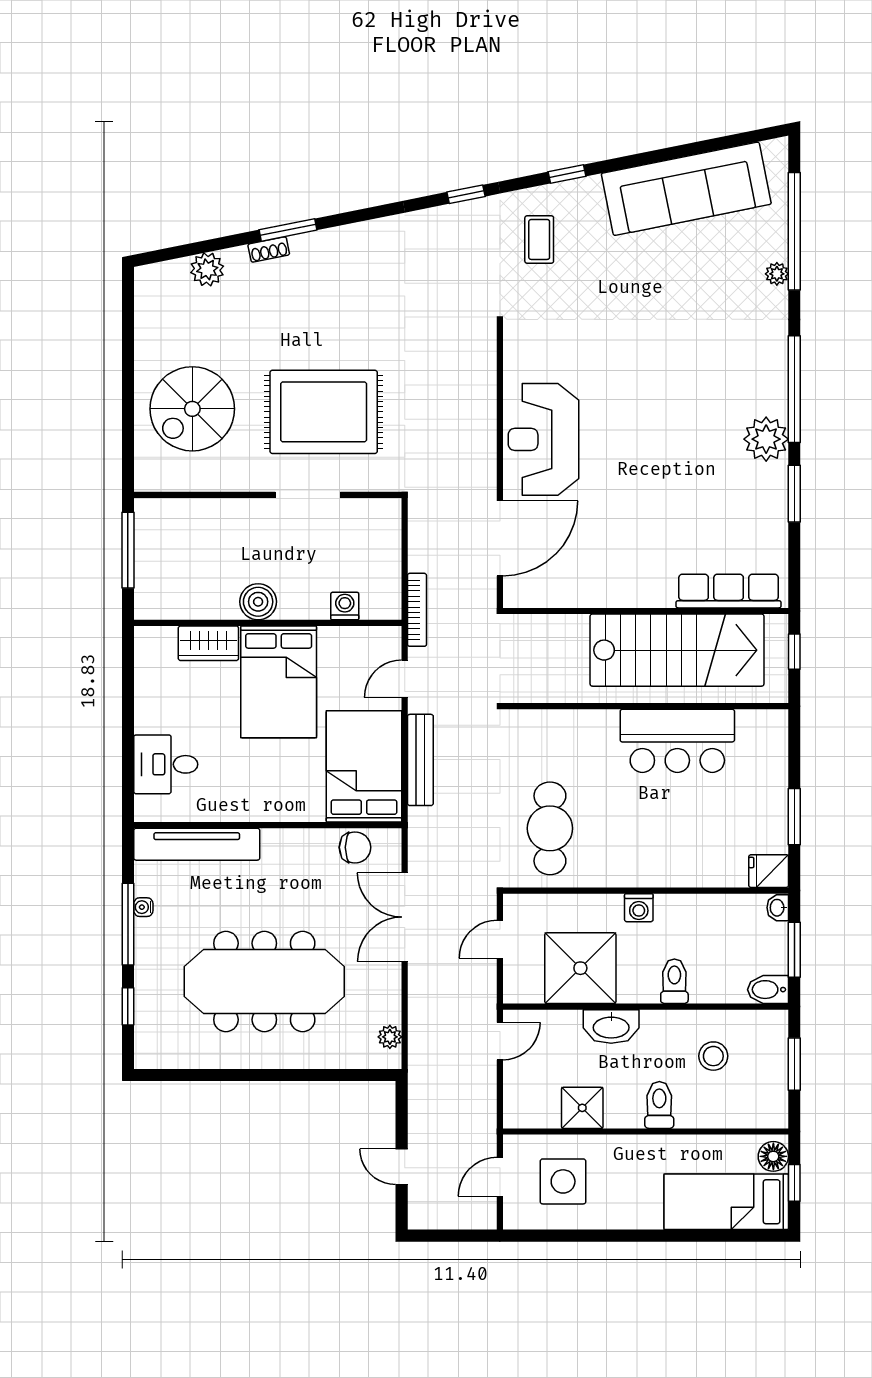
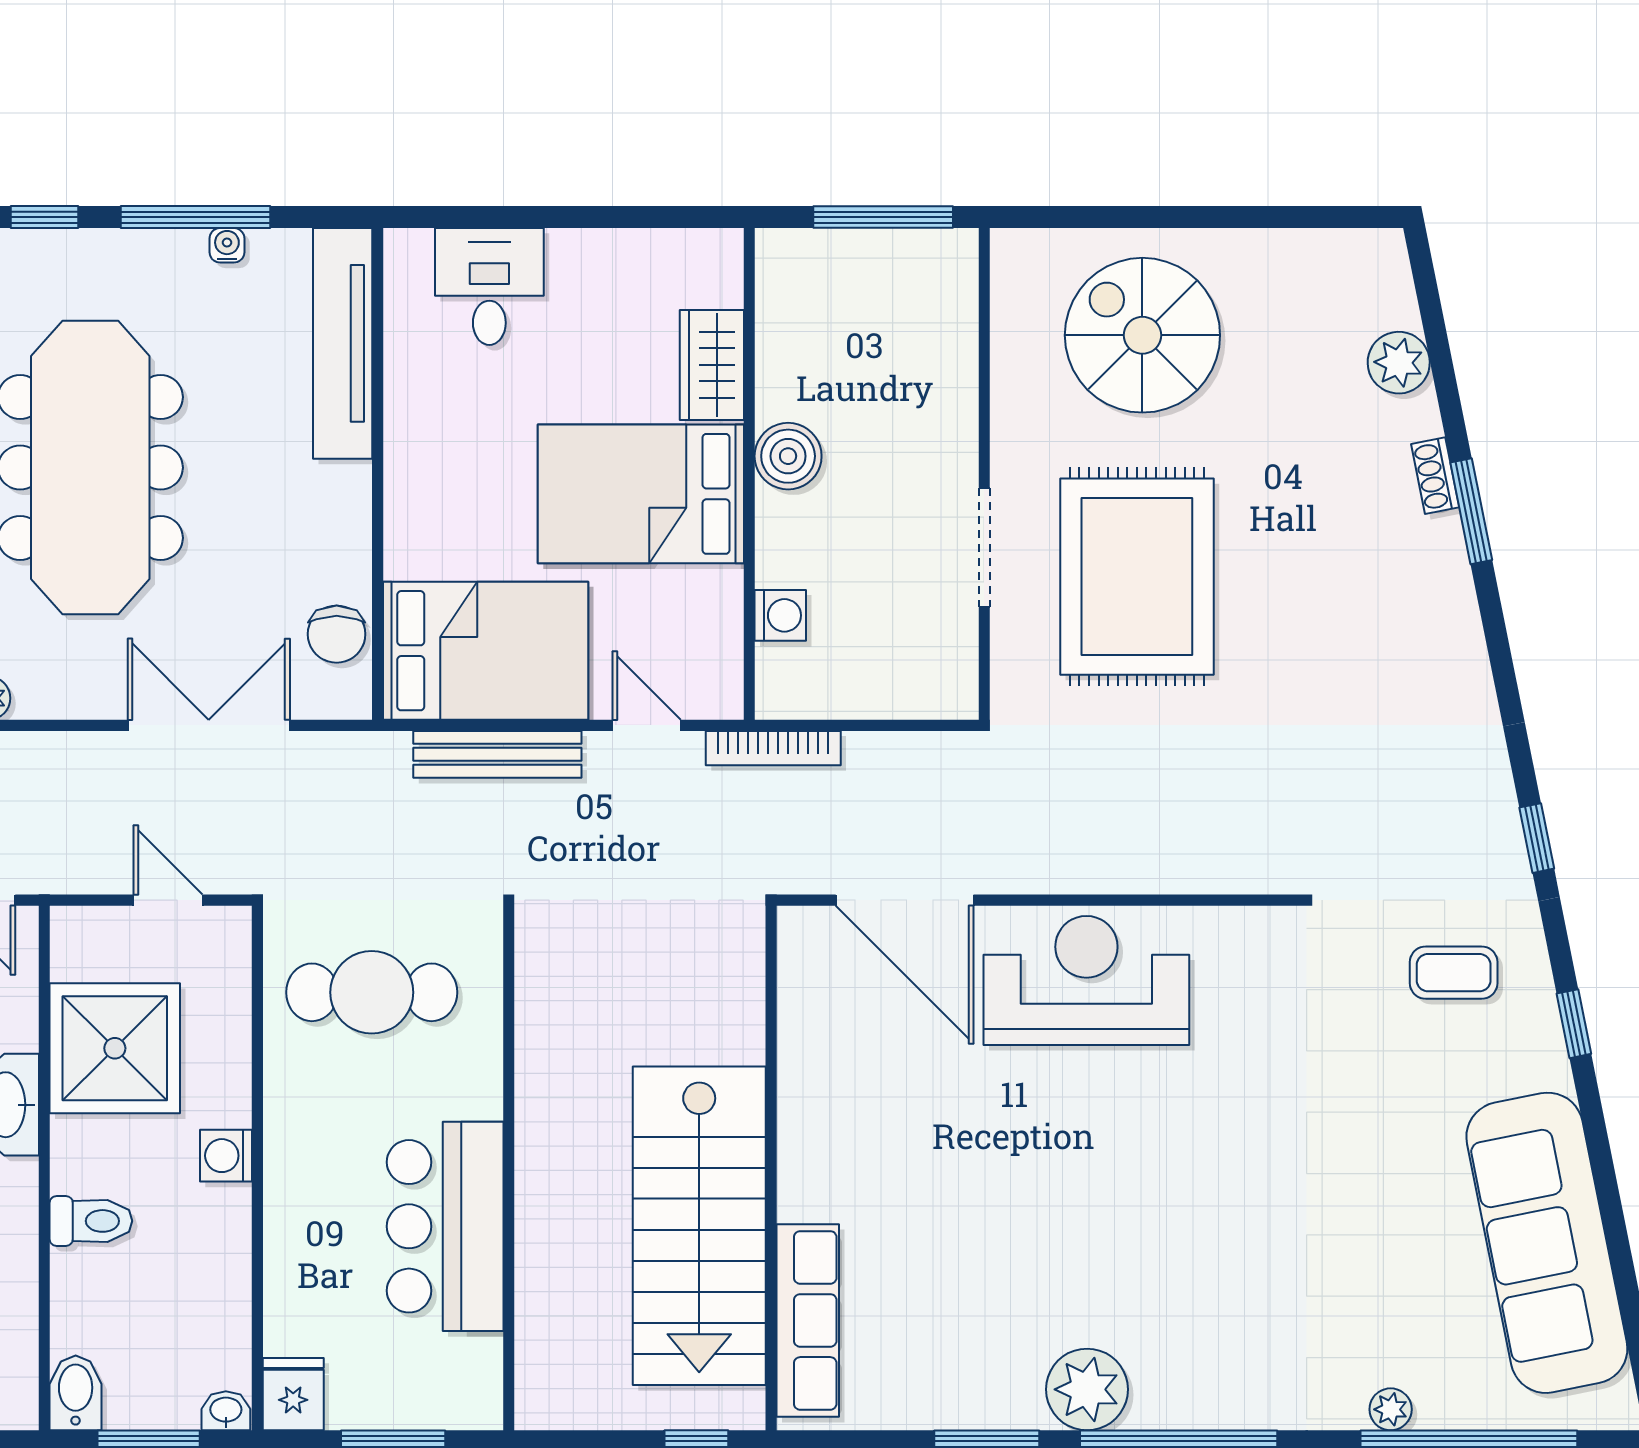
wall: (646, 706) -> (509, 1168), moved
bar counter: (677, 741) -> (445, 1226), moved

